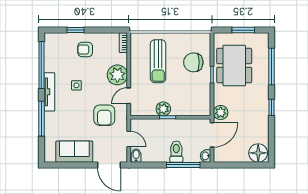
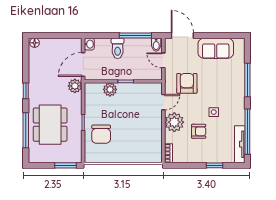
window: (243, 30) -> (66, 165), moved
armchair: (85, 49) -> (199, 131), moved
sun lounger: (158, 61) -> (135, 135), removed
chair: (193, 62) -> (101, 134), turned 90
dining table: (234, 65) -> (50, 125), moved
tv unit: (49, 92) -> (240, 144), moved
plant: (163, 109) -> (110, 89), moved
floor lamp: (258, 153) -> (35, 43), width x0.53, depth x0.53
window: (183, 165) -> (135, 35), moved

